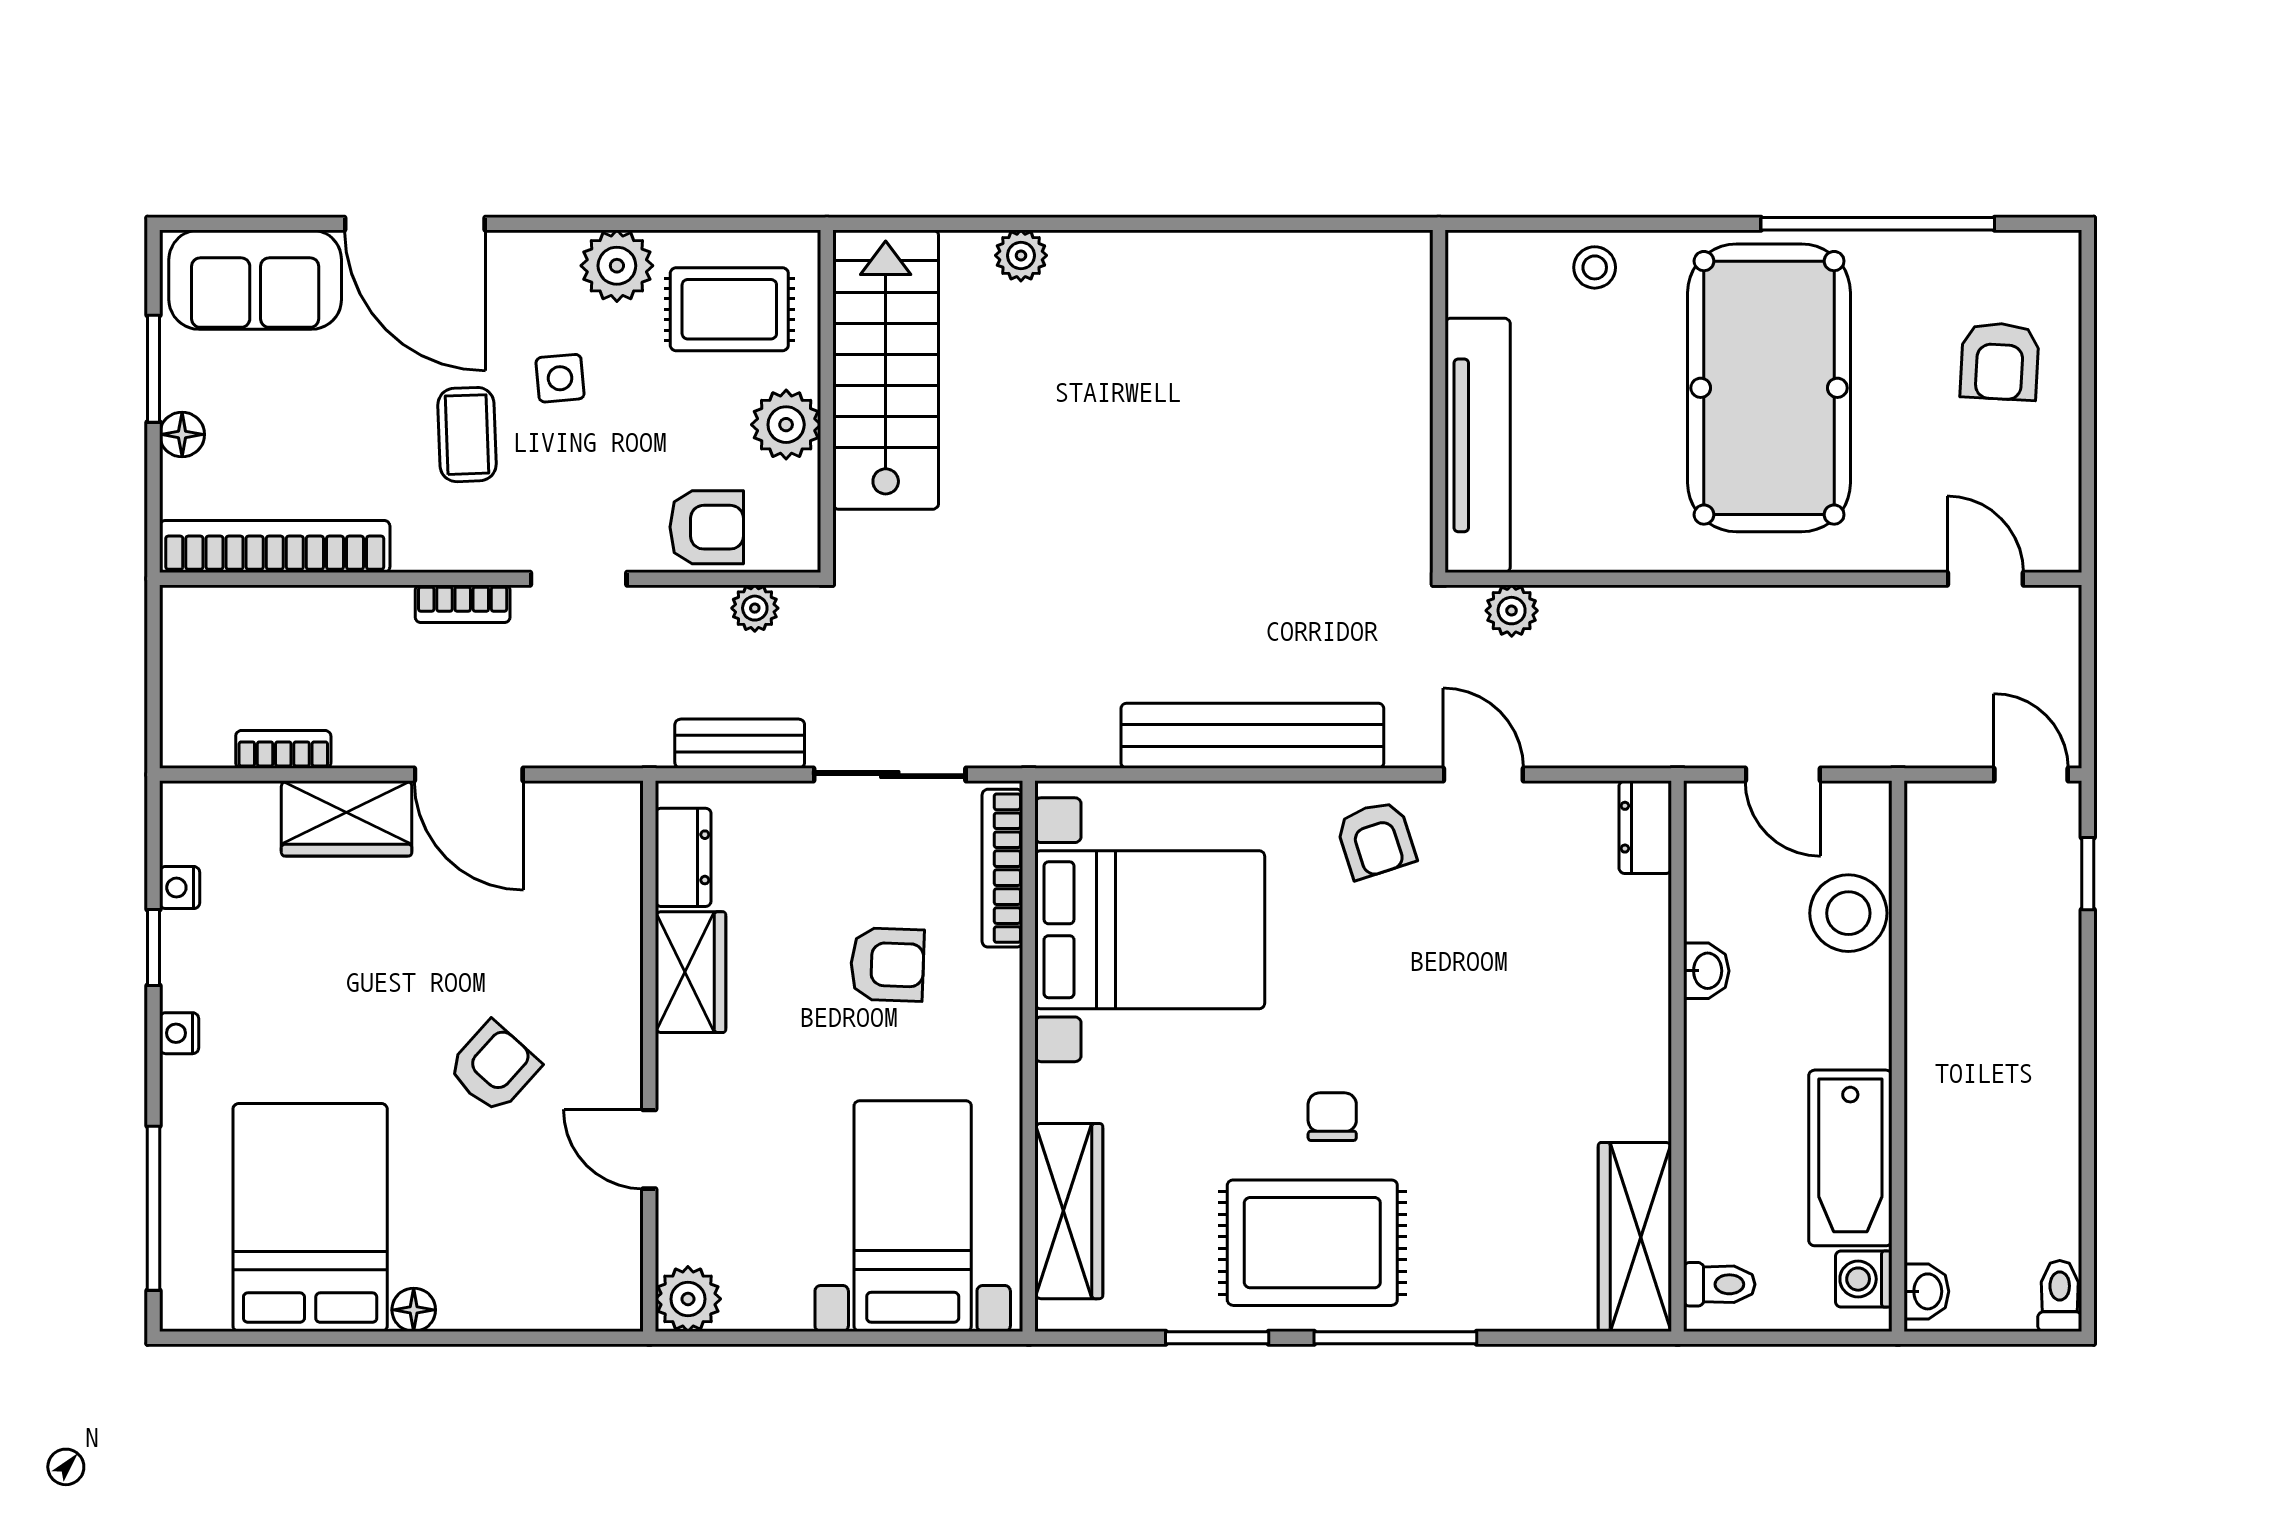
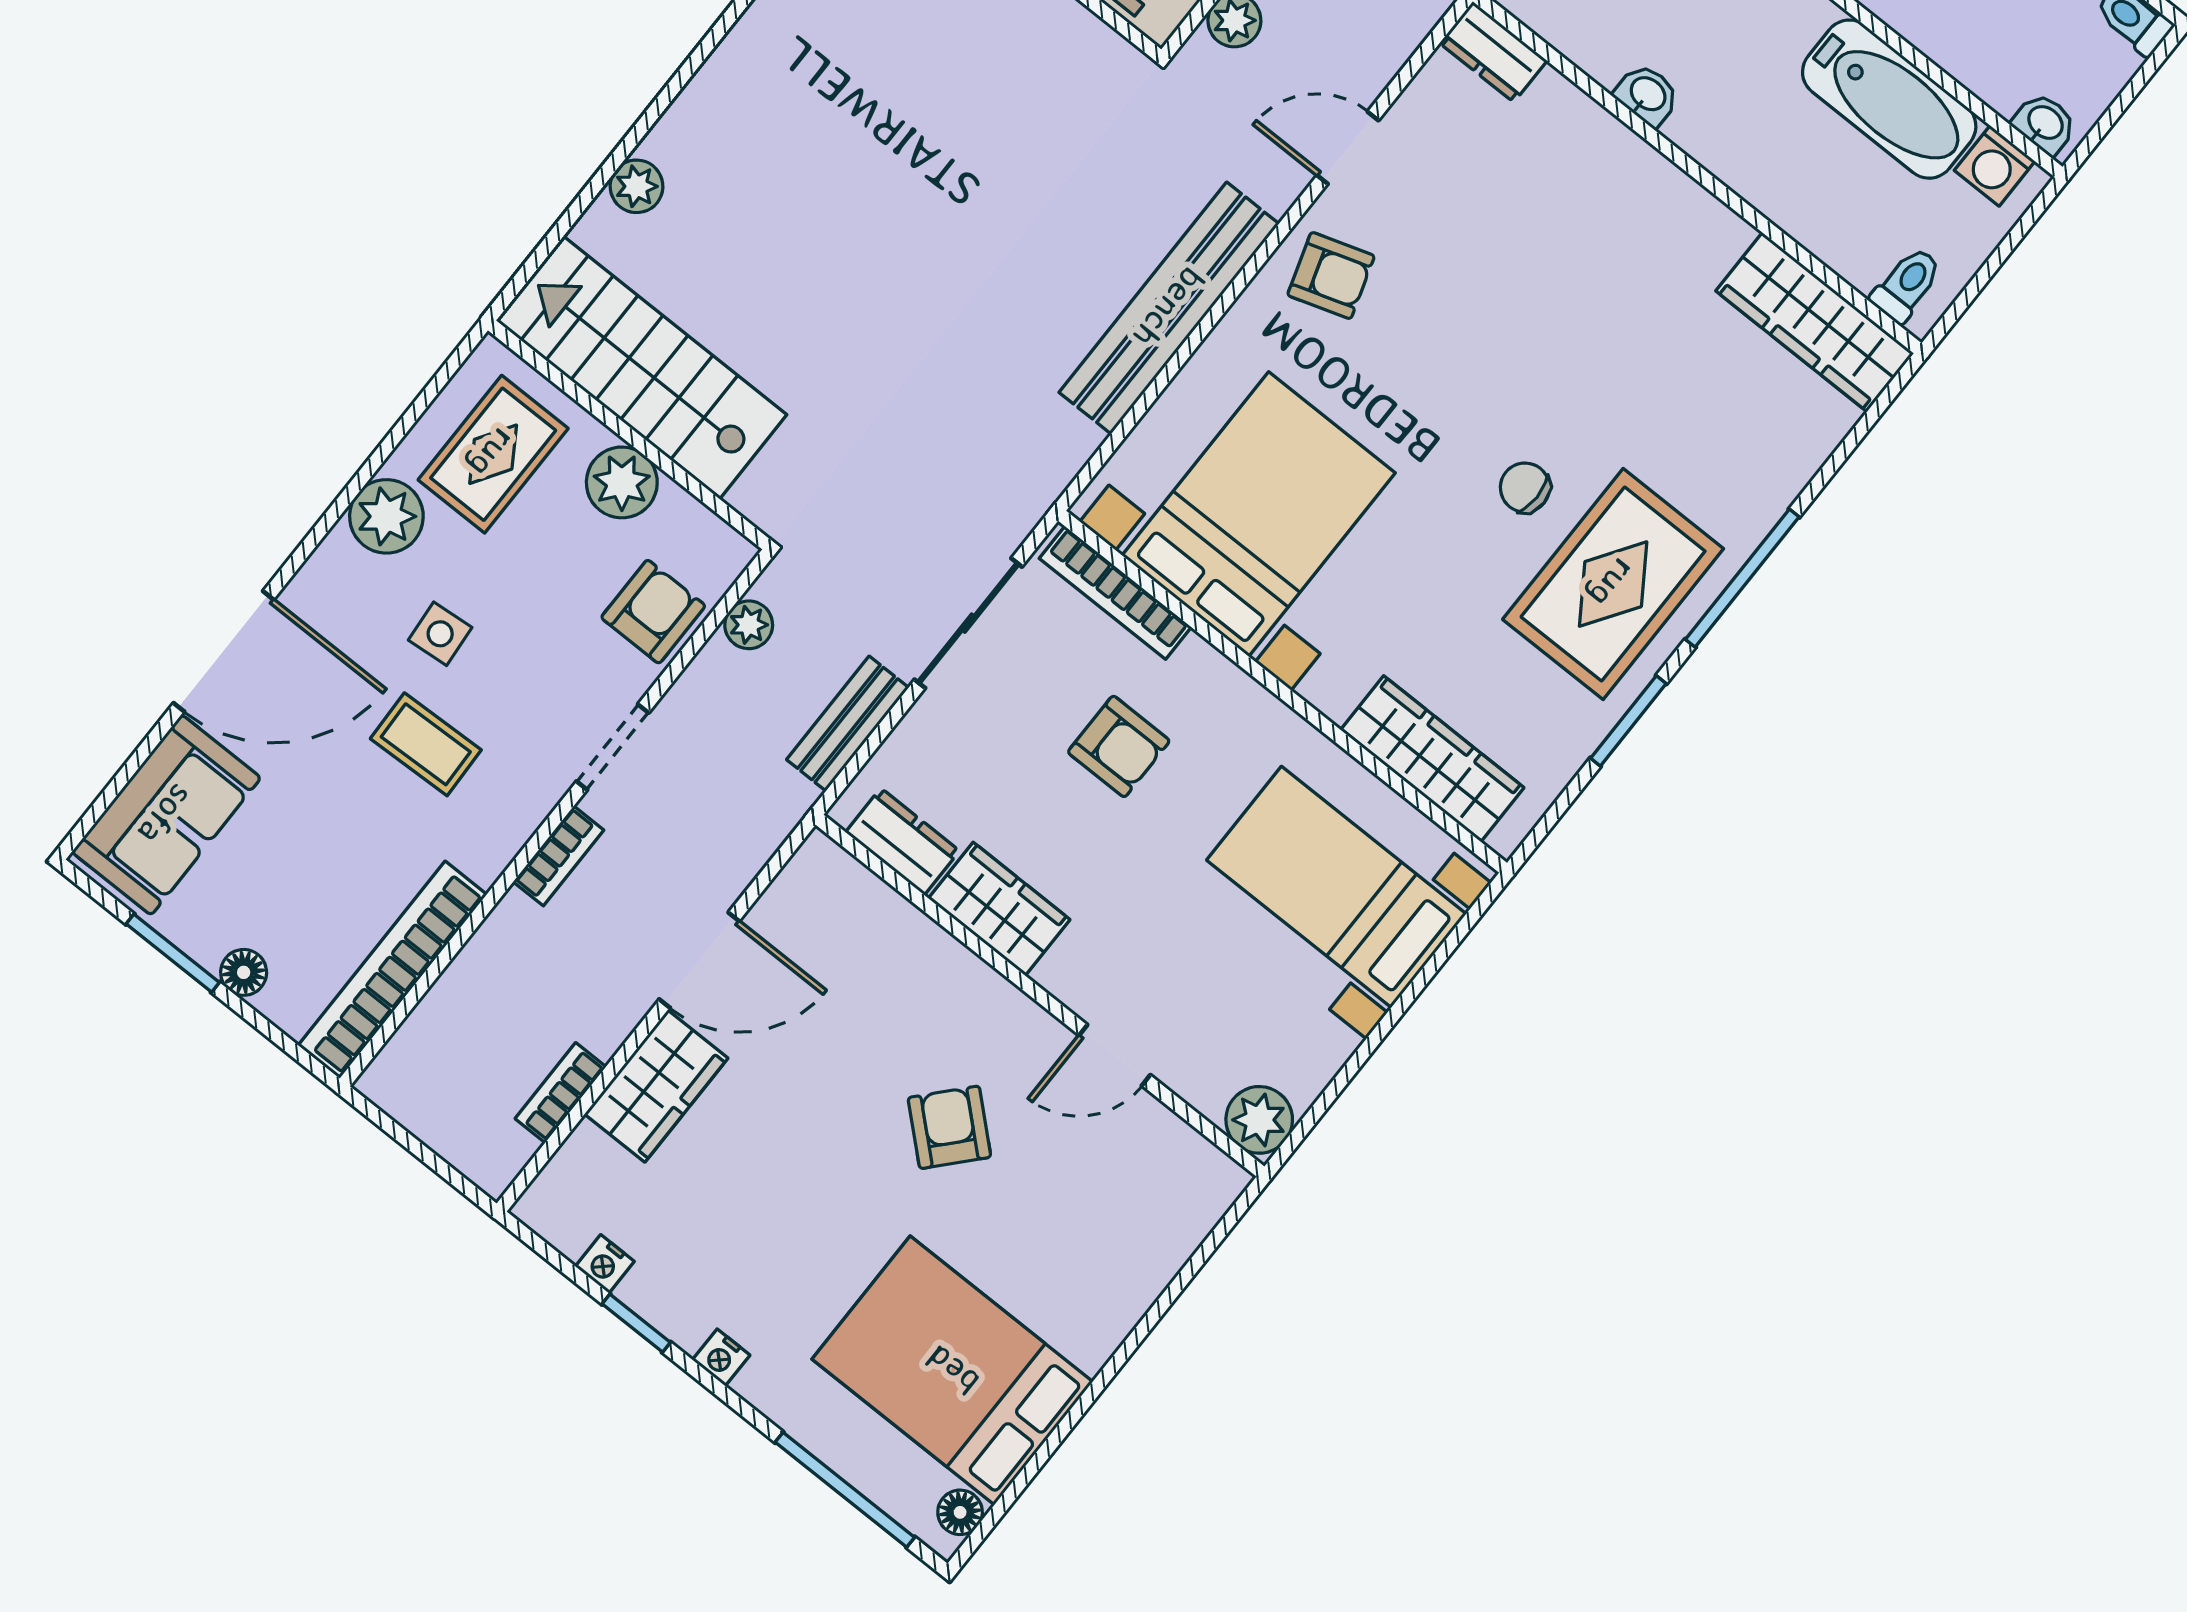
armchair: (887, 964) -> (1119, 746), turned 88
floor lamp: (414, 1310) -> (960, 1512), moved

